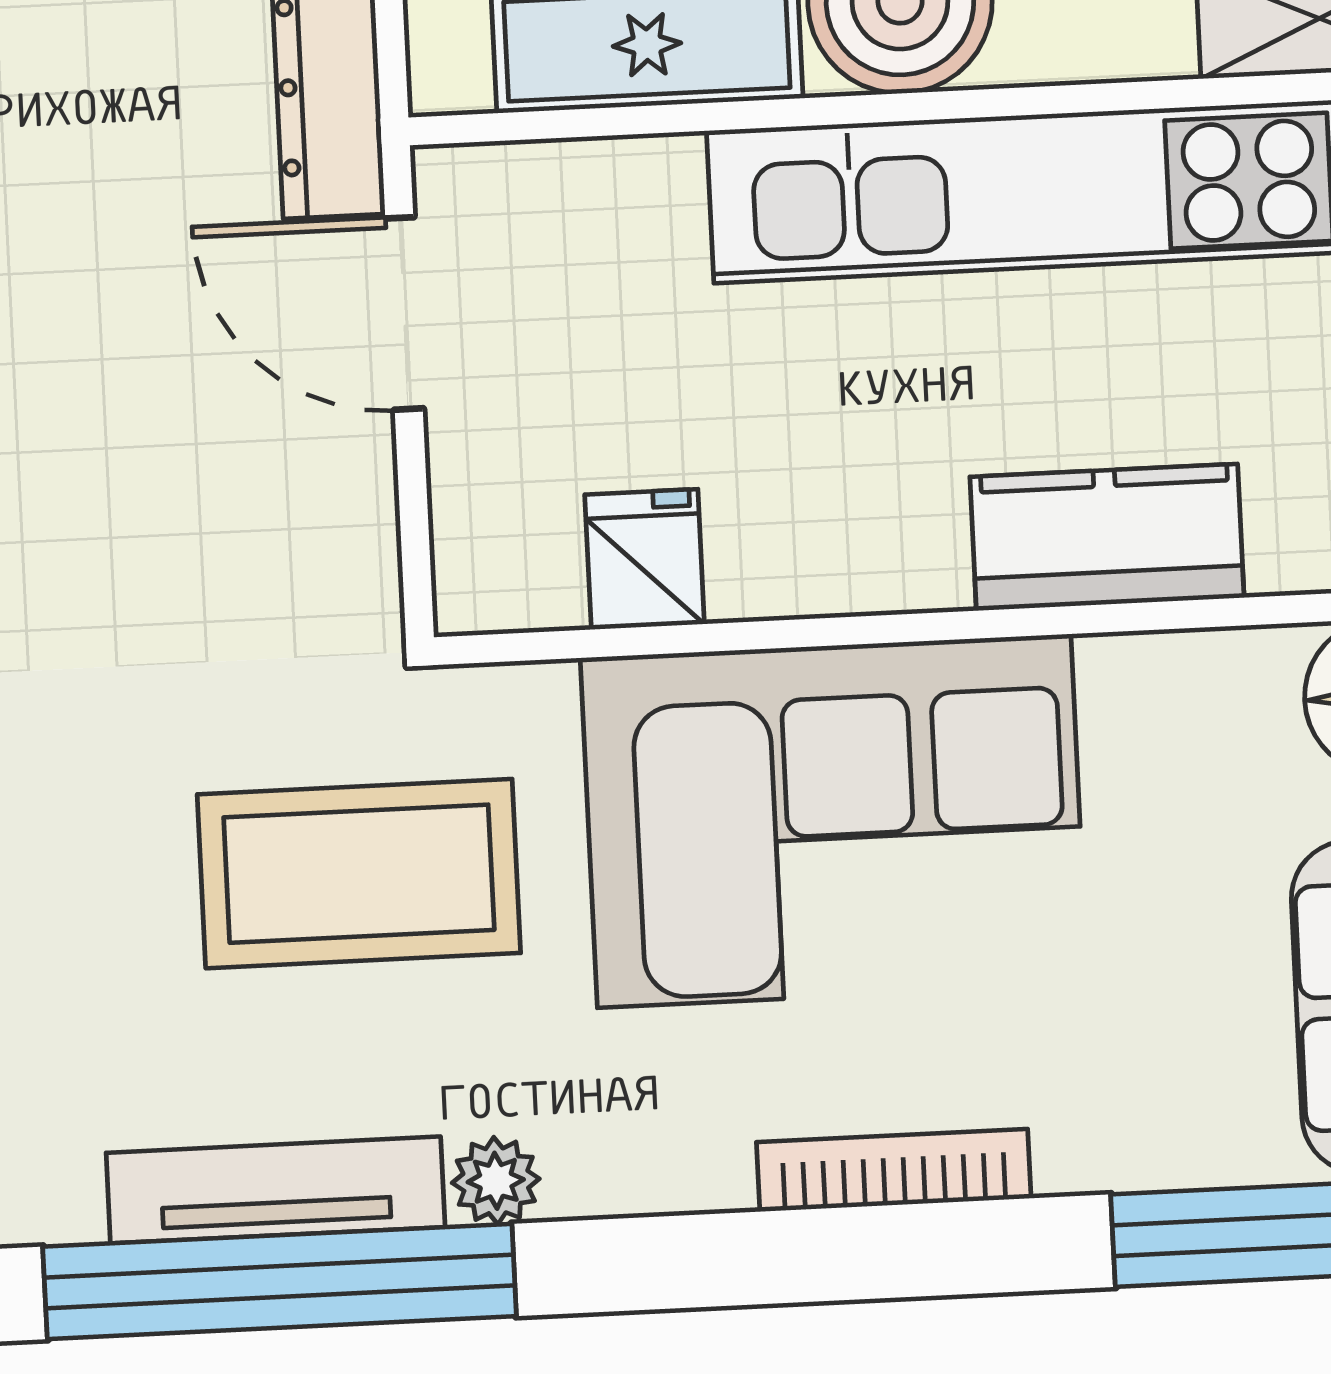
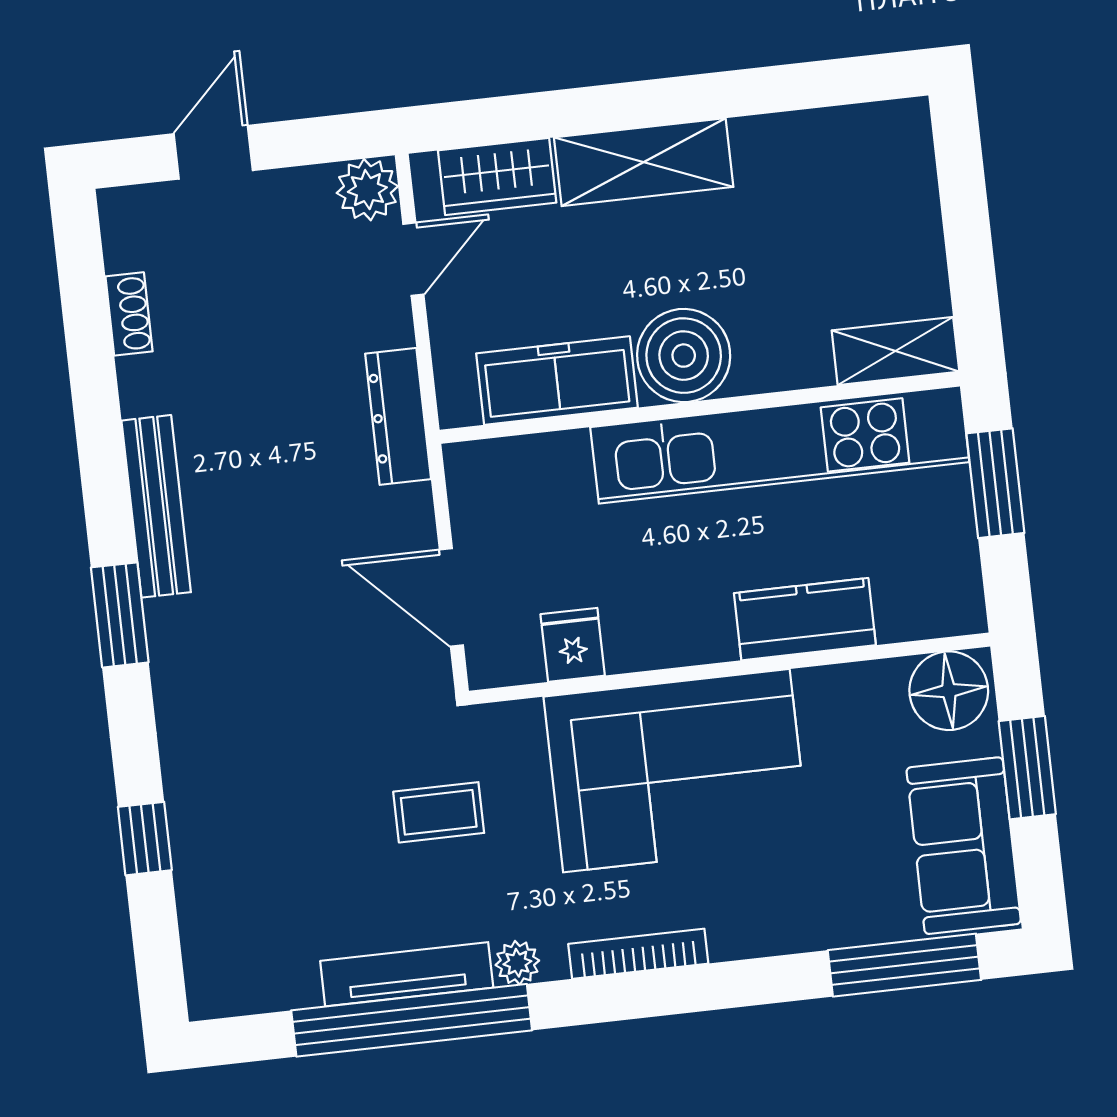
door: (404, 313) -> (451, 597), moved
coffee table: (359, 874) -> (439, 812), width x0.54, depth x0.58
bookcase: (894, 1170) -> (638, 954), moved

